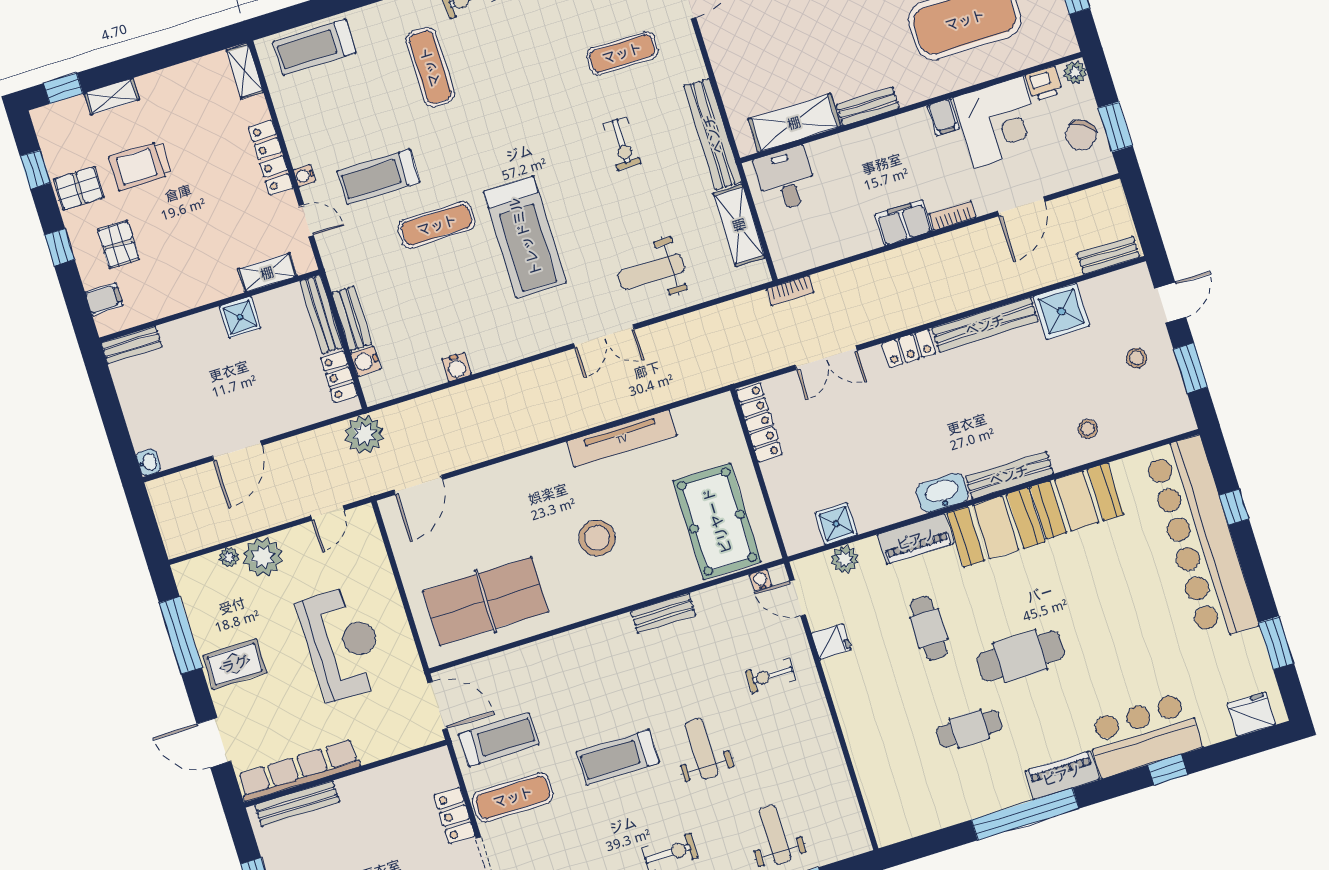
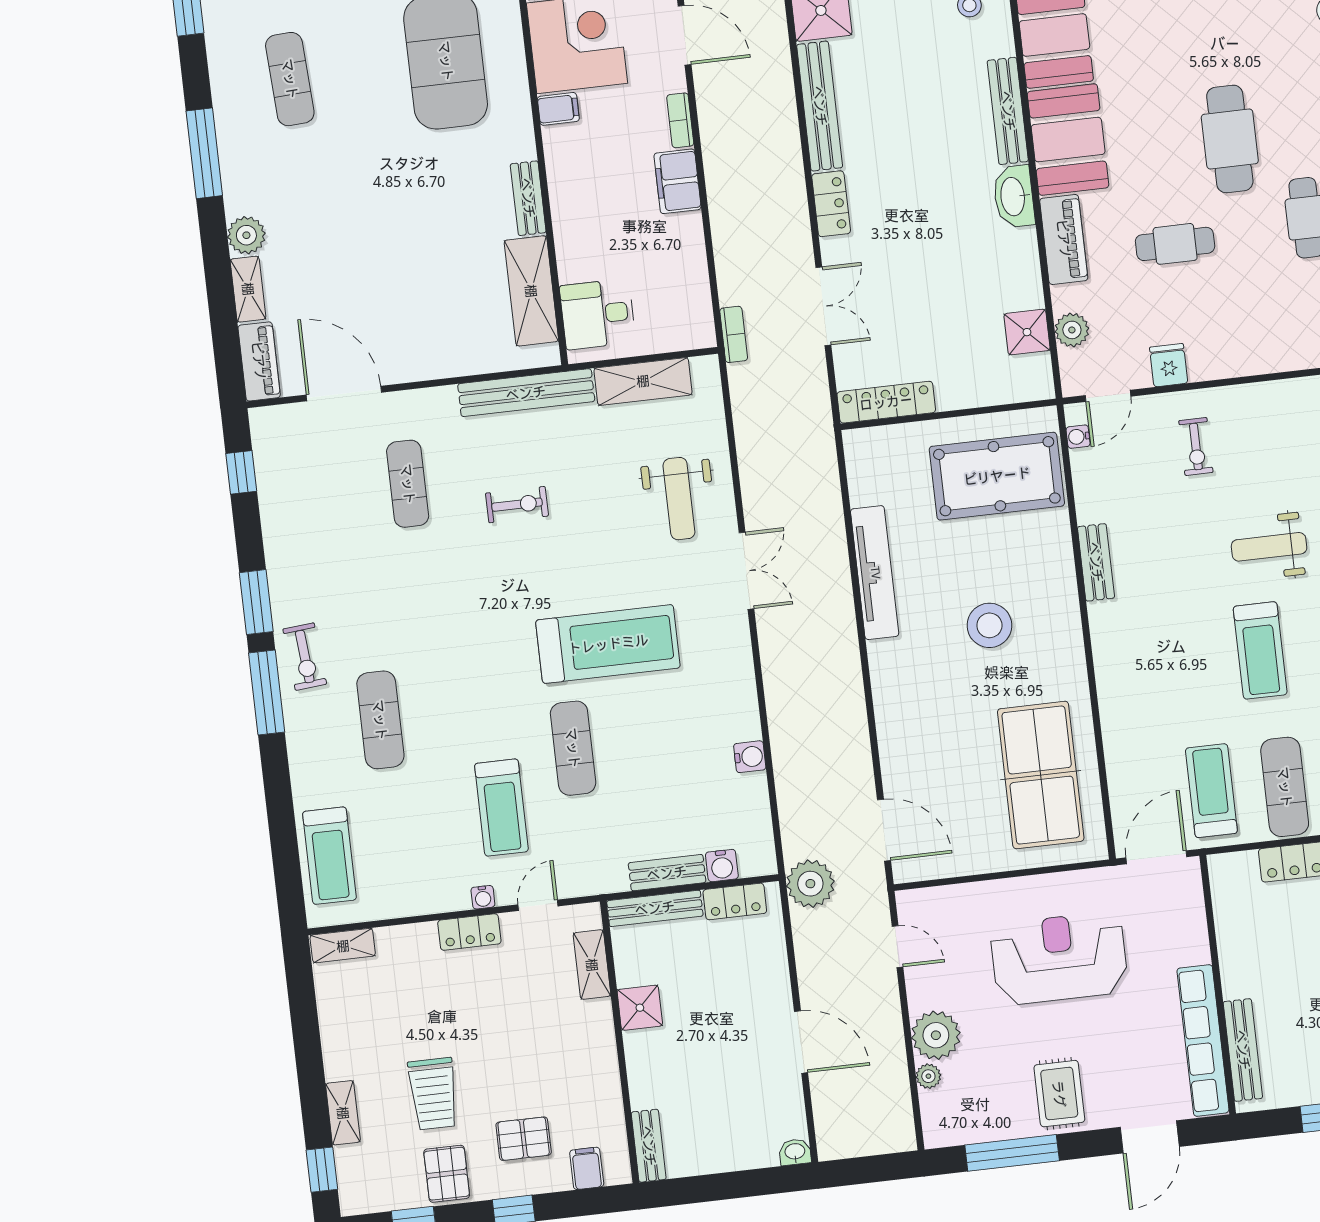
exercise mat: (430, 67) -> (380, 720), turned 90
locker: (271, 158) -> (469, 932), width x0.66

